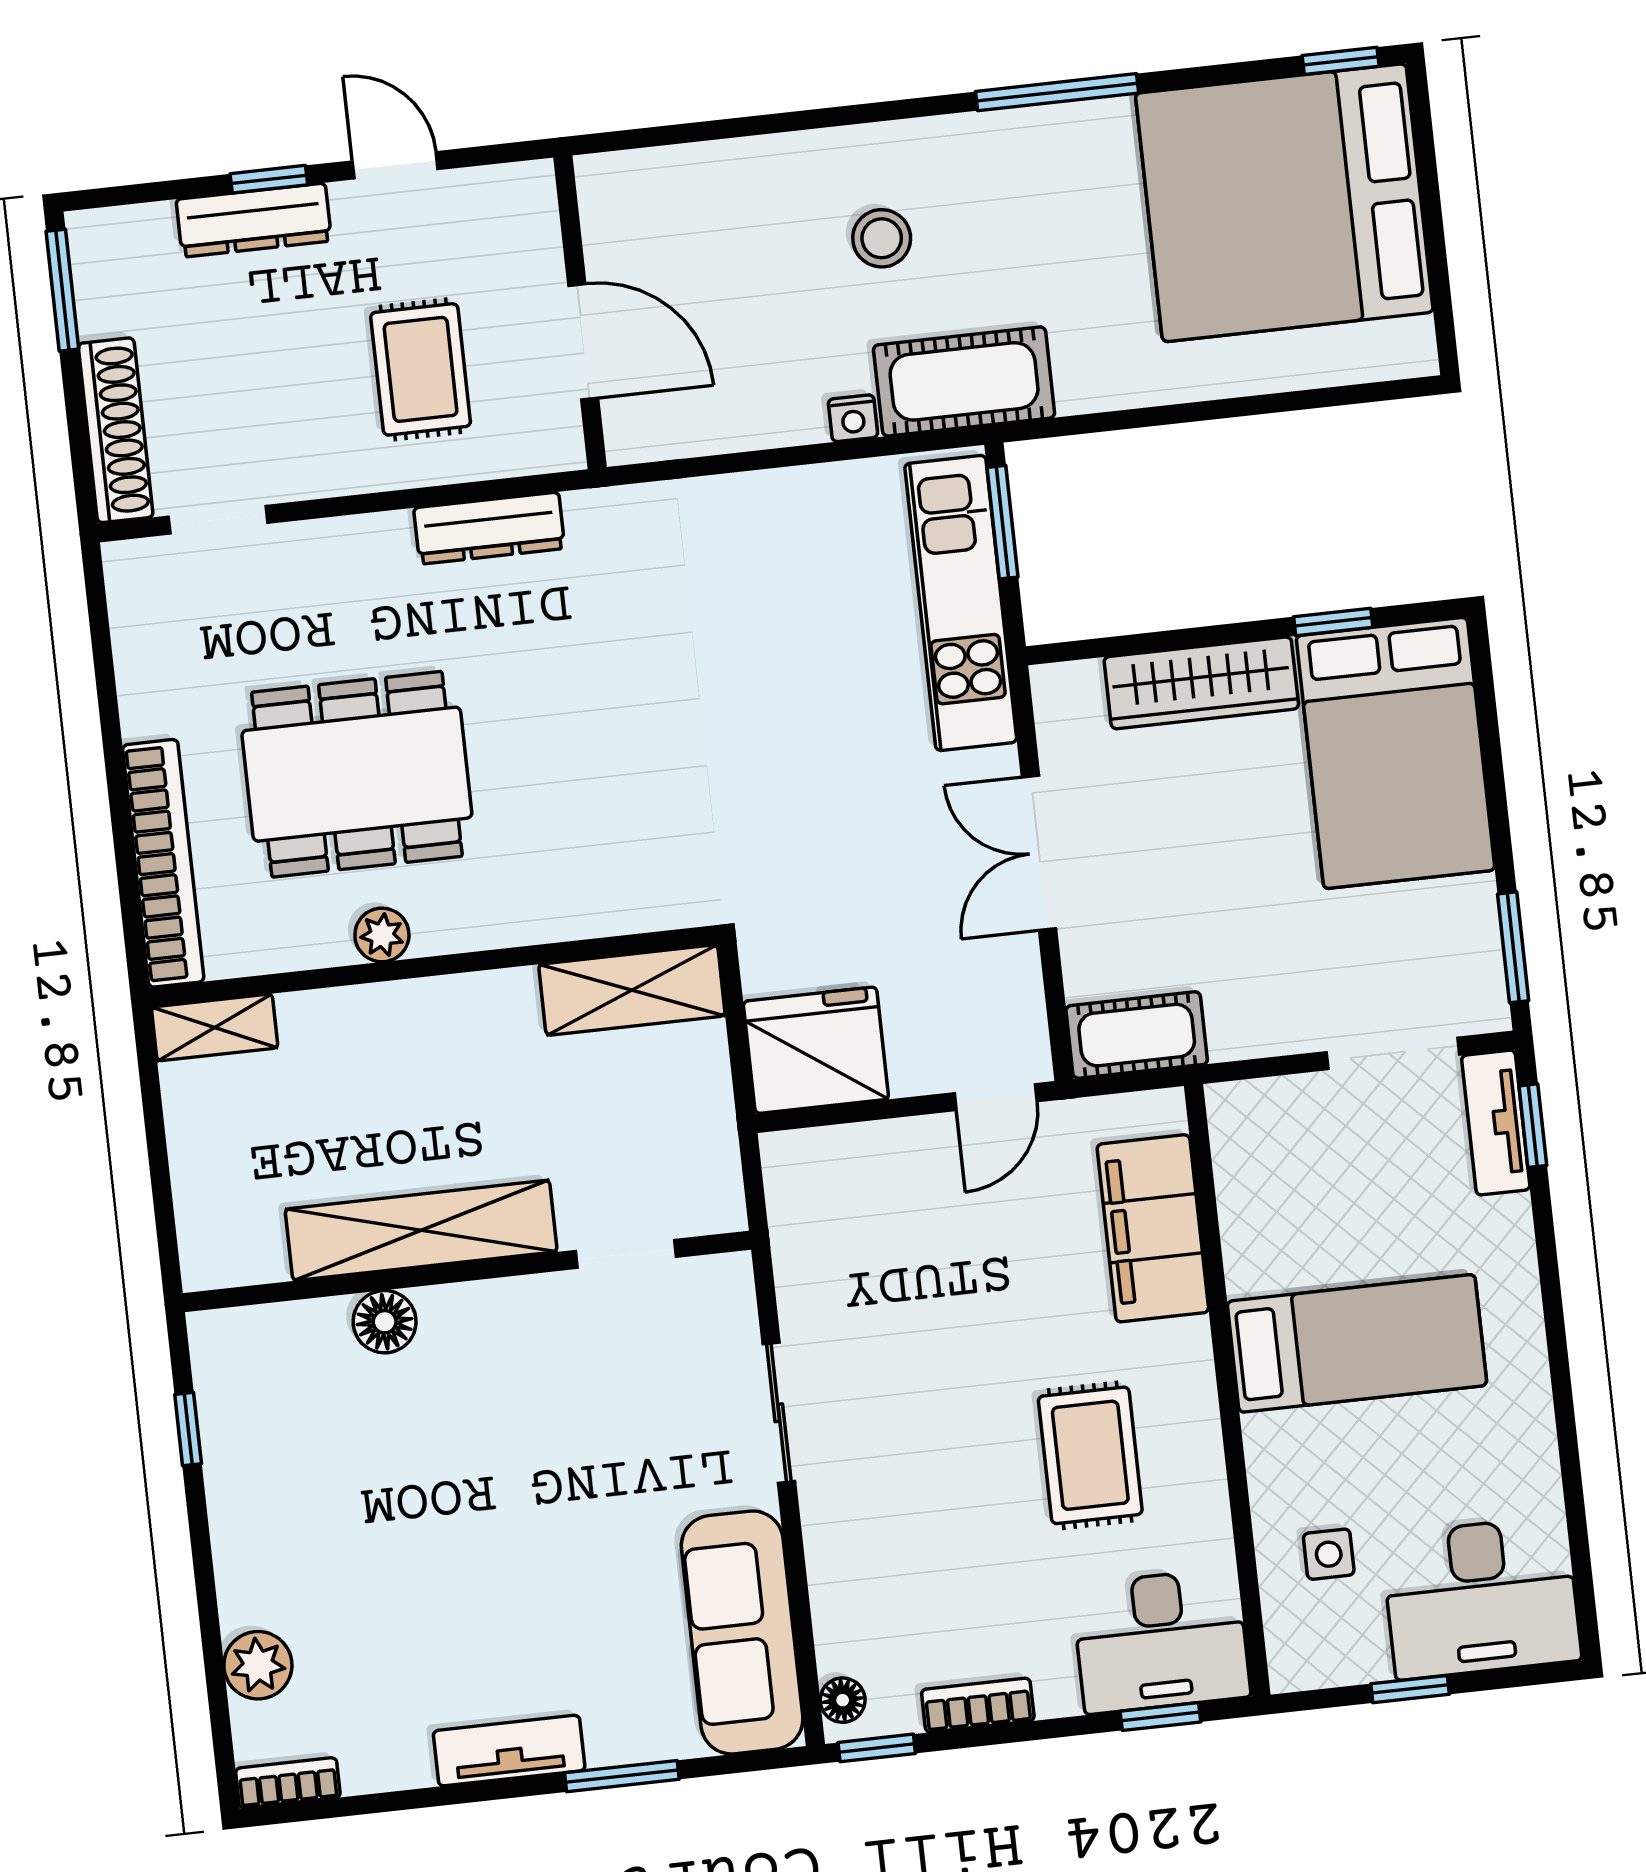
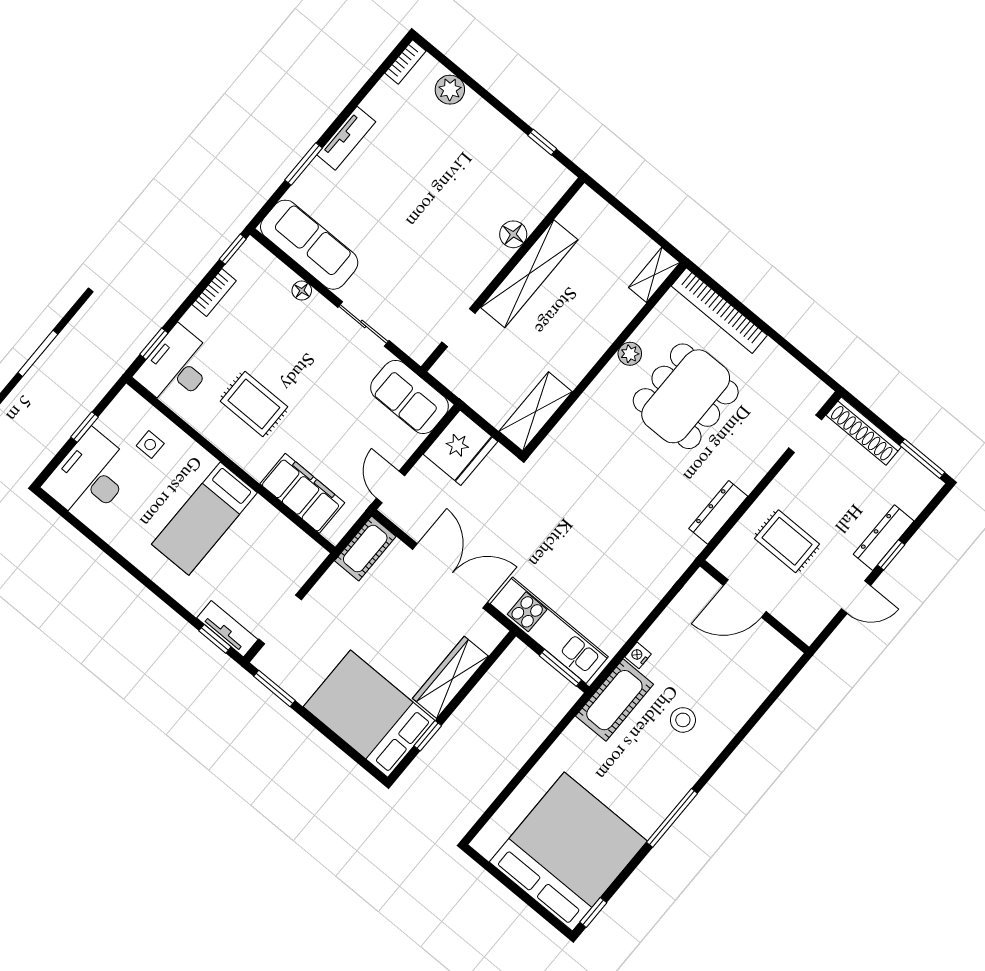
double door: (1039, 853) -> (450, 576), width x1.37
sofa: (819, 1217) -> (409, 397), added
floor lamp: (843, 1700) -> (302, 291), moved

